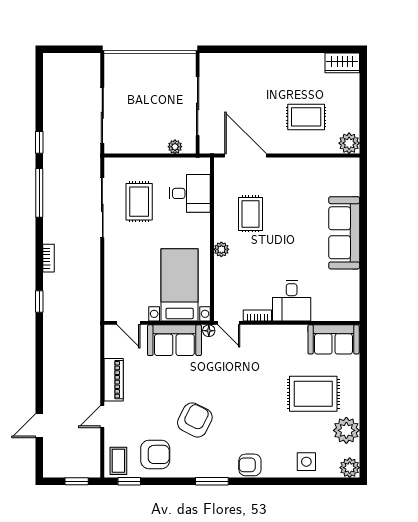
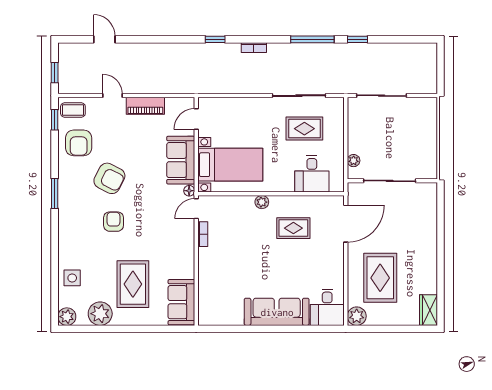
rug: (306, 117) -> (380, 278), width x1.36, depth x1.43
desk: (292, 301) -> (327, 307), moved, turned -90
armchair: (250, 465) -> (114, 222), moved

